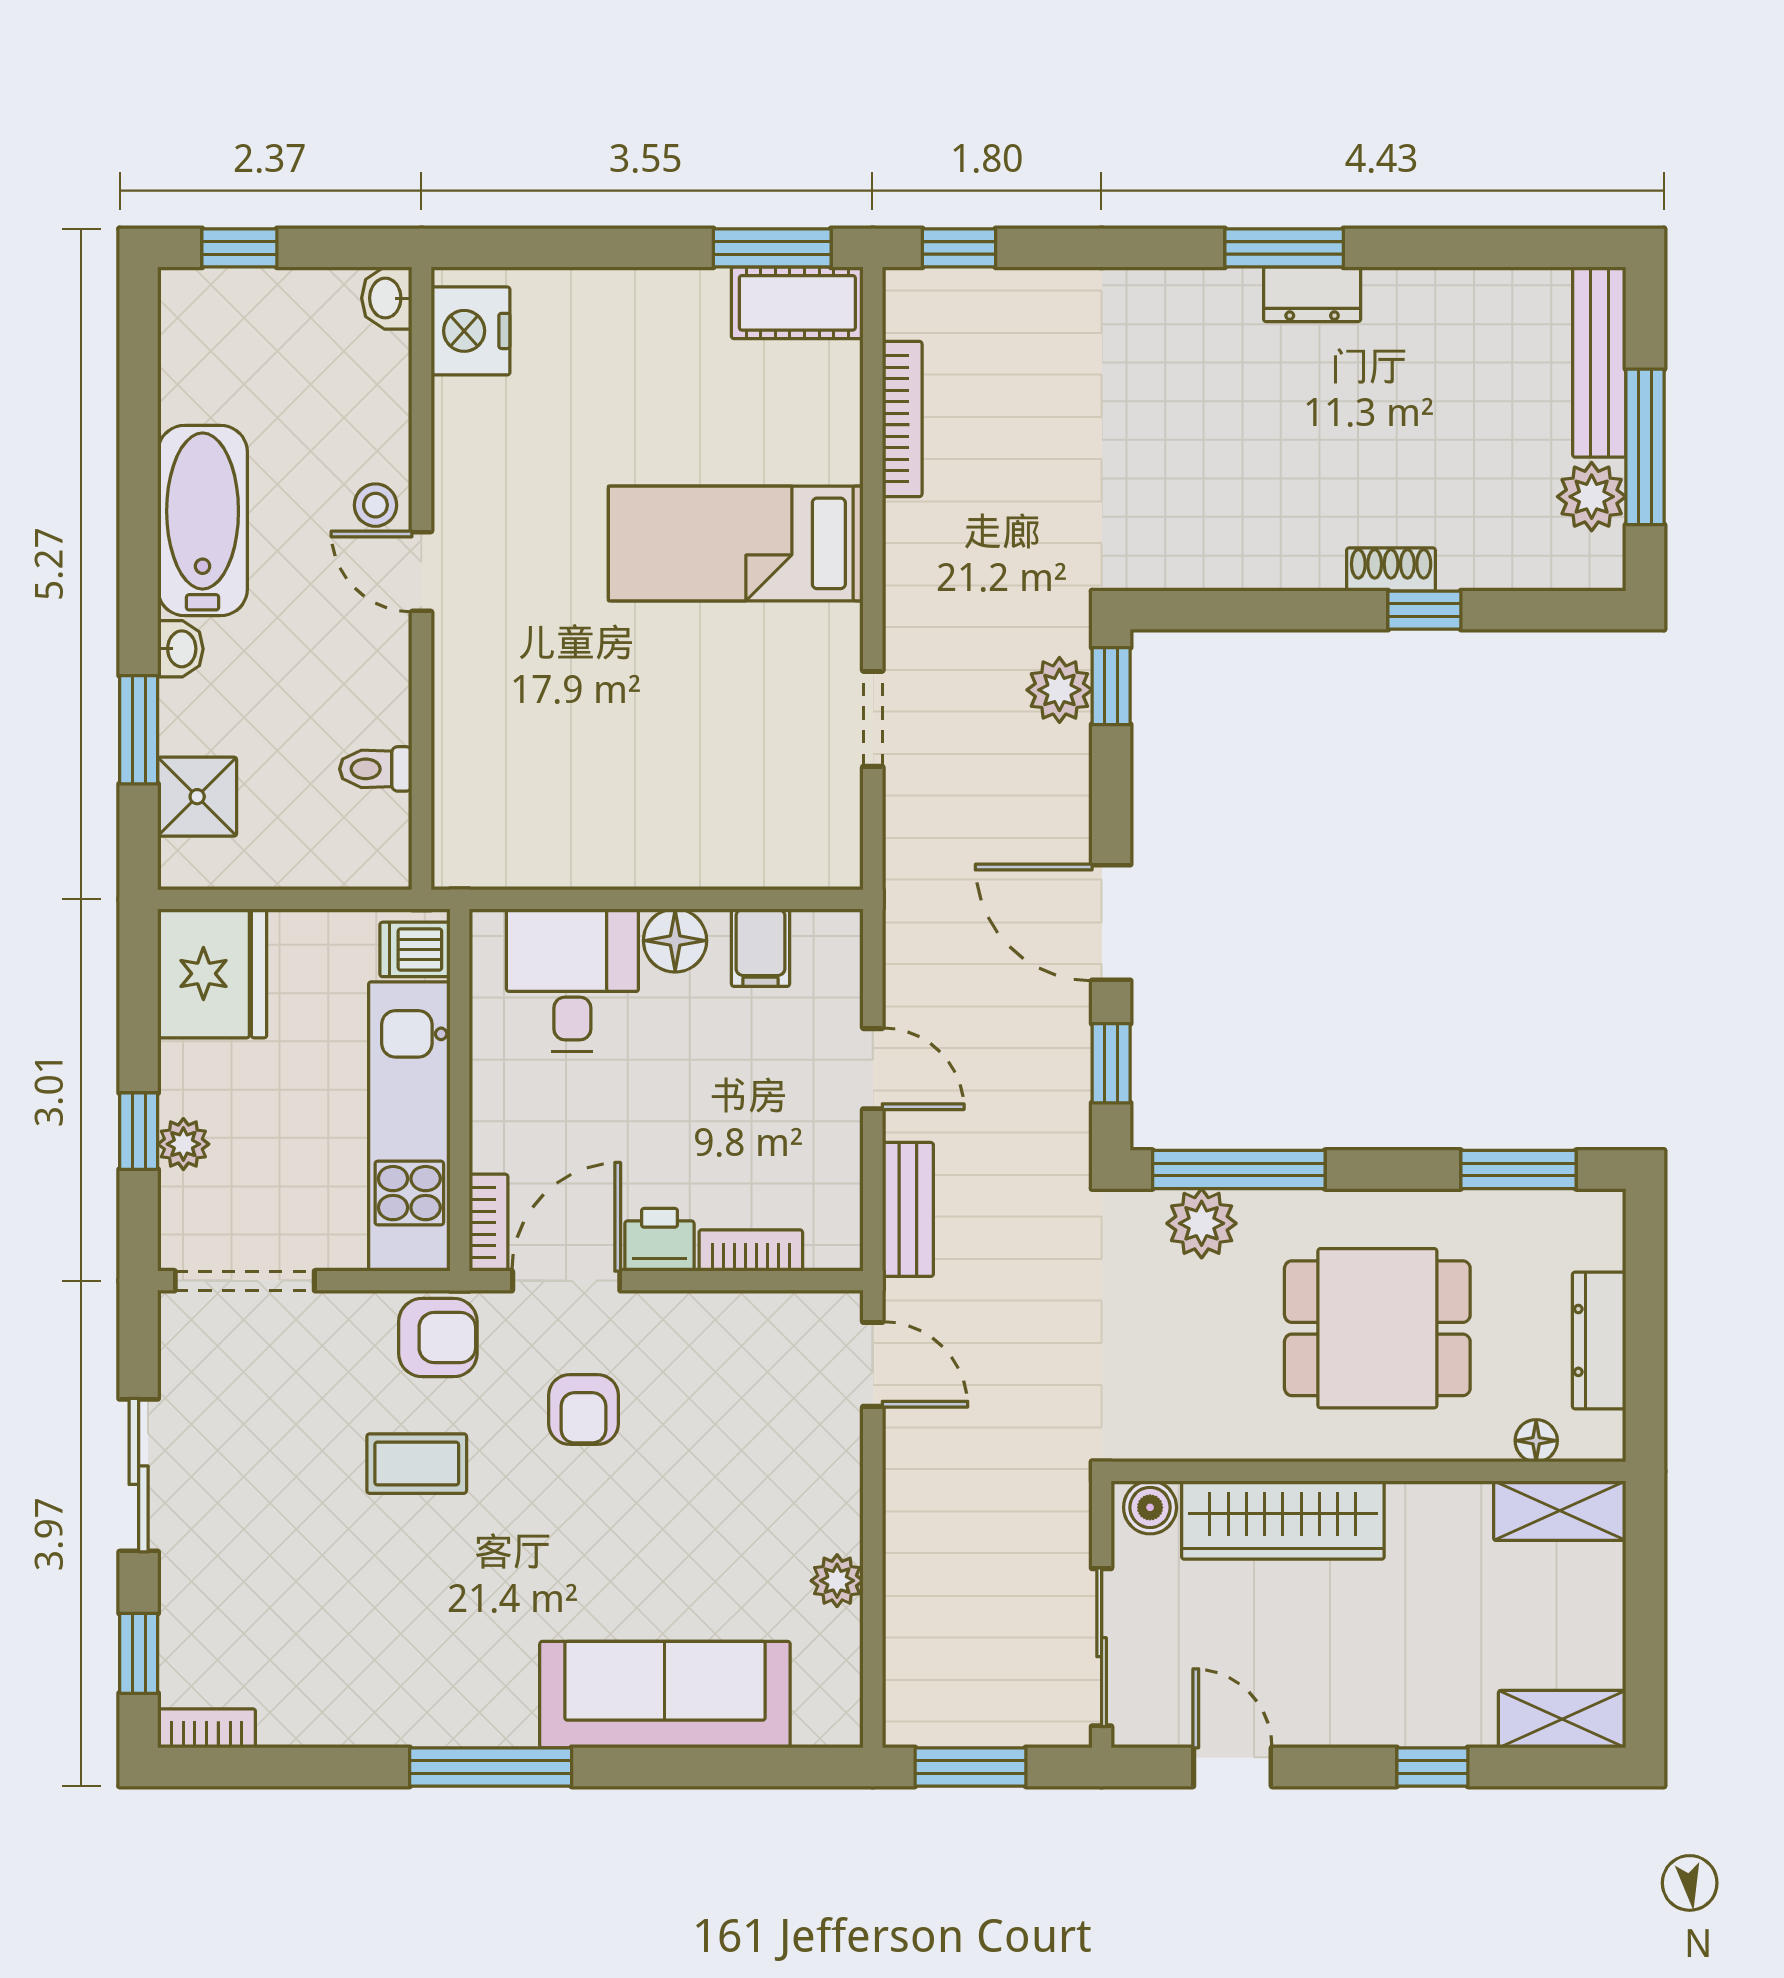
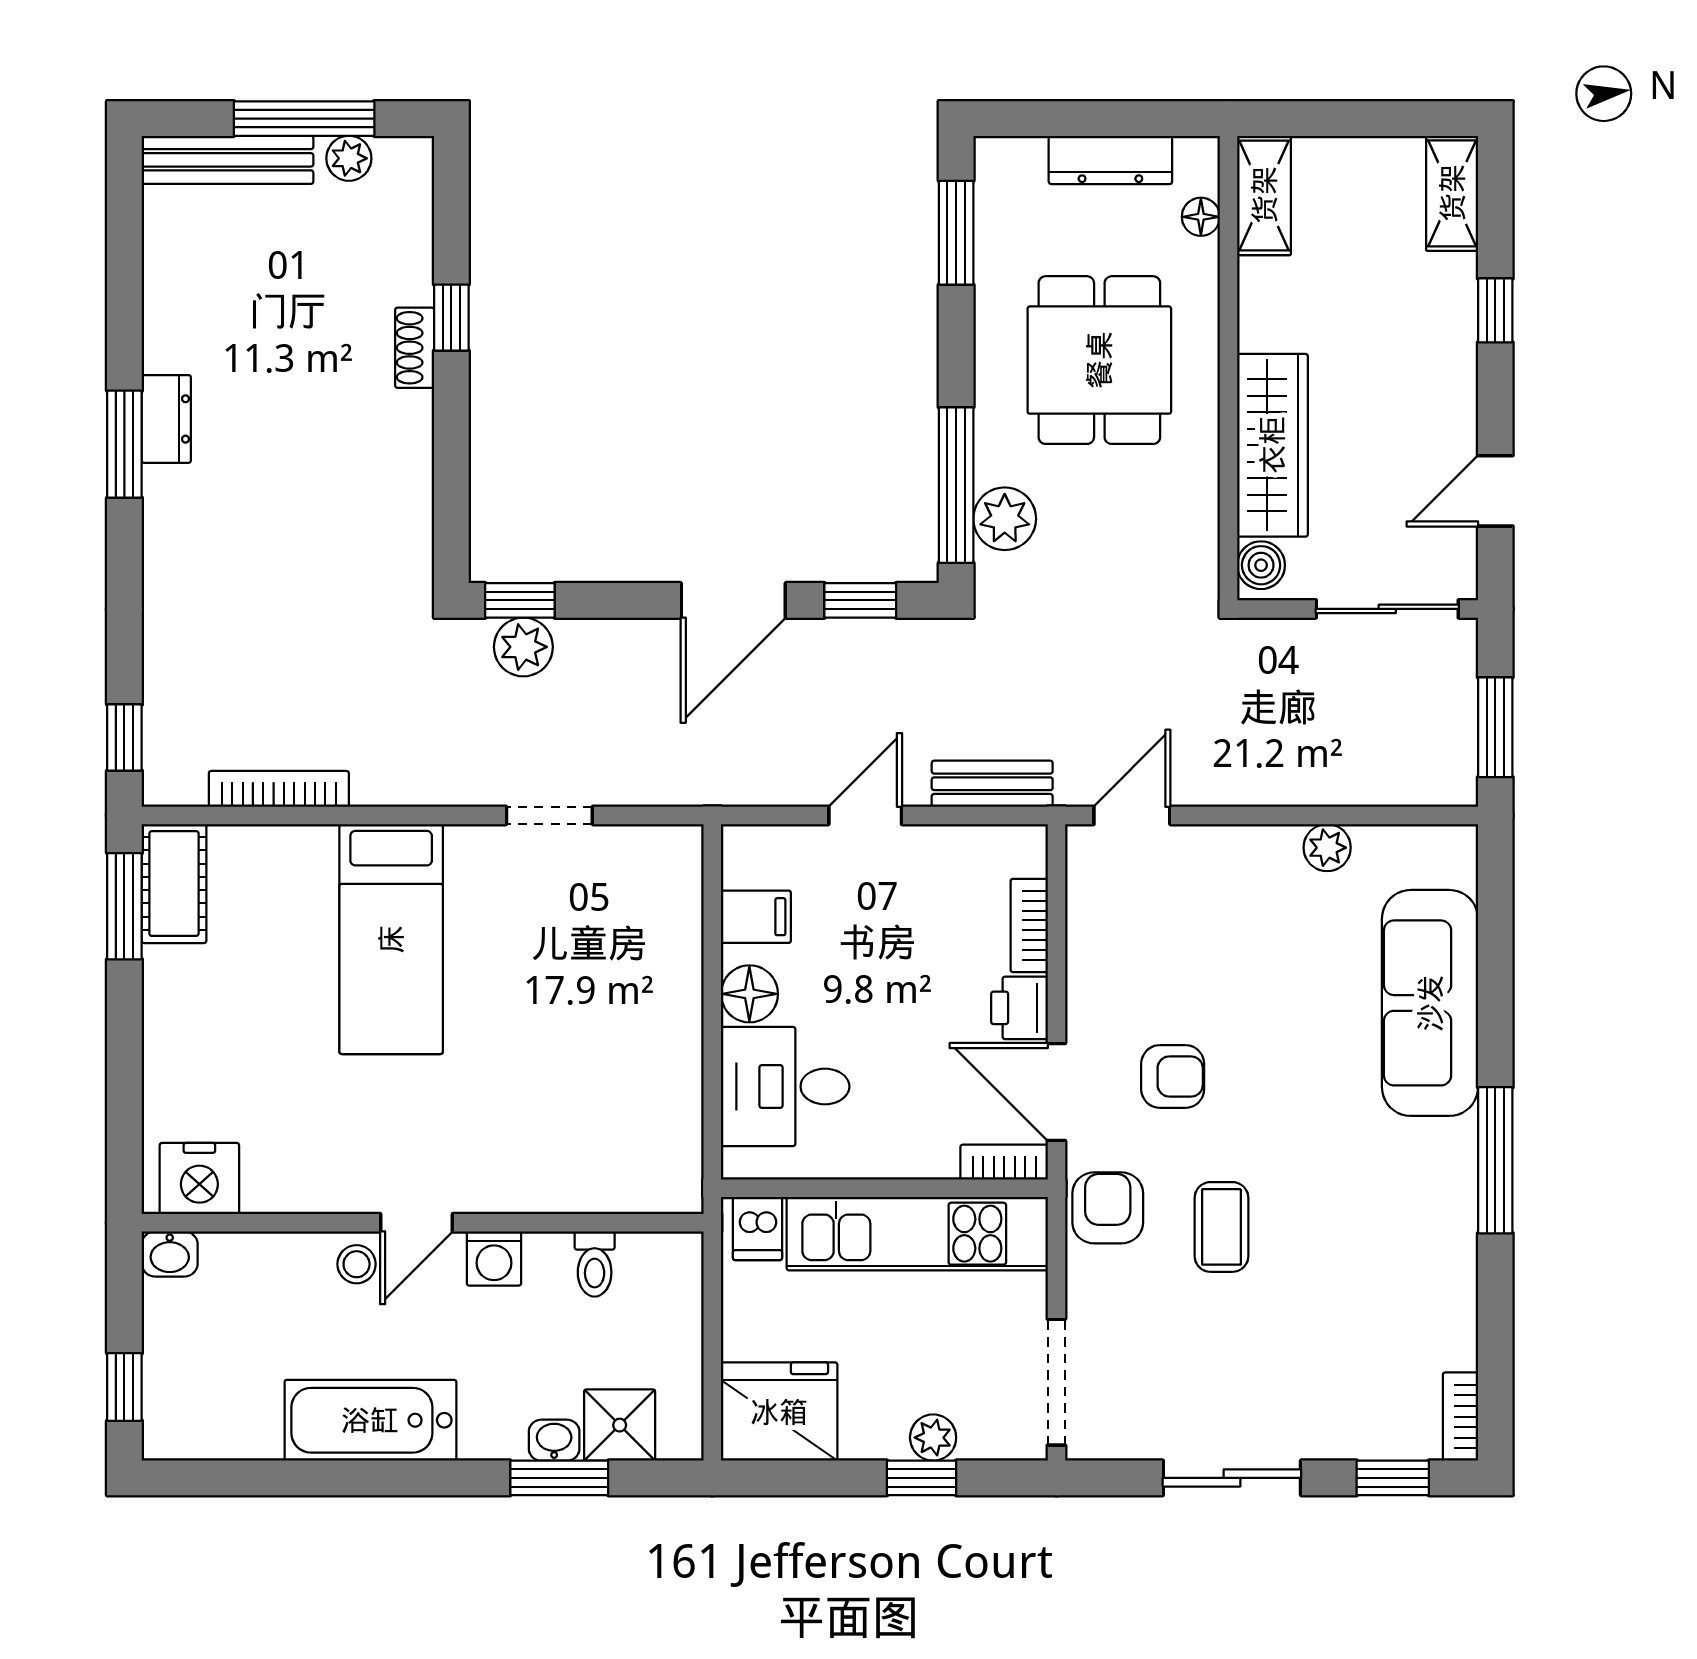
plant: (1592, 497) -> (349, 158), width x0.73, depth x0.73
washbasin: (180, 649) -> (554, 1440), moved
washing machine: (382, 657) -> (494, 1258), added

